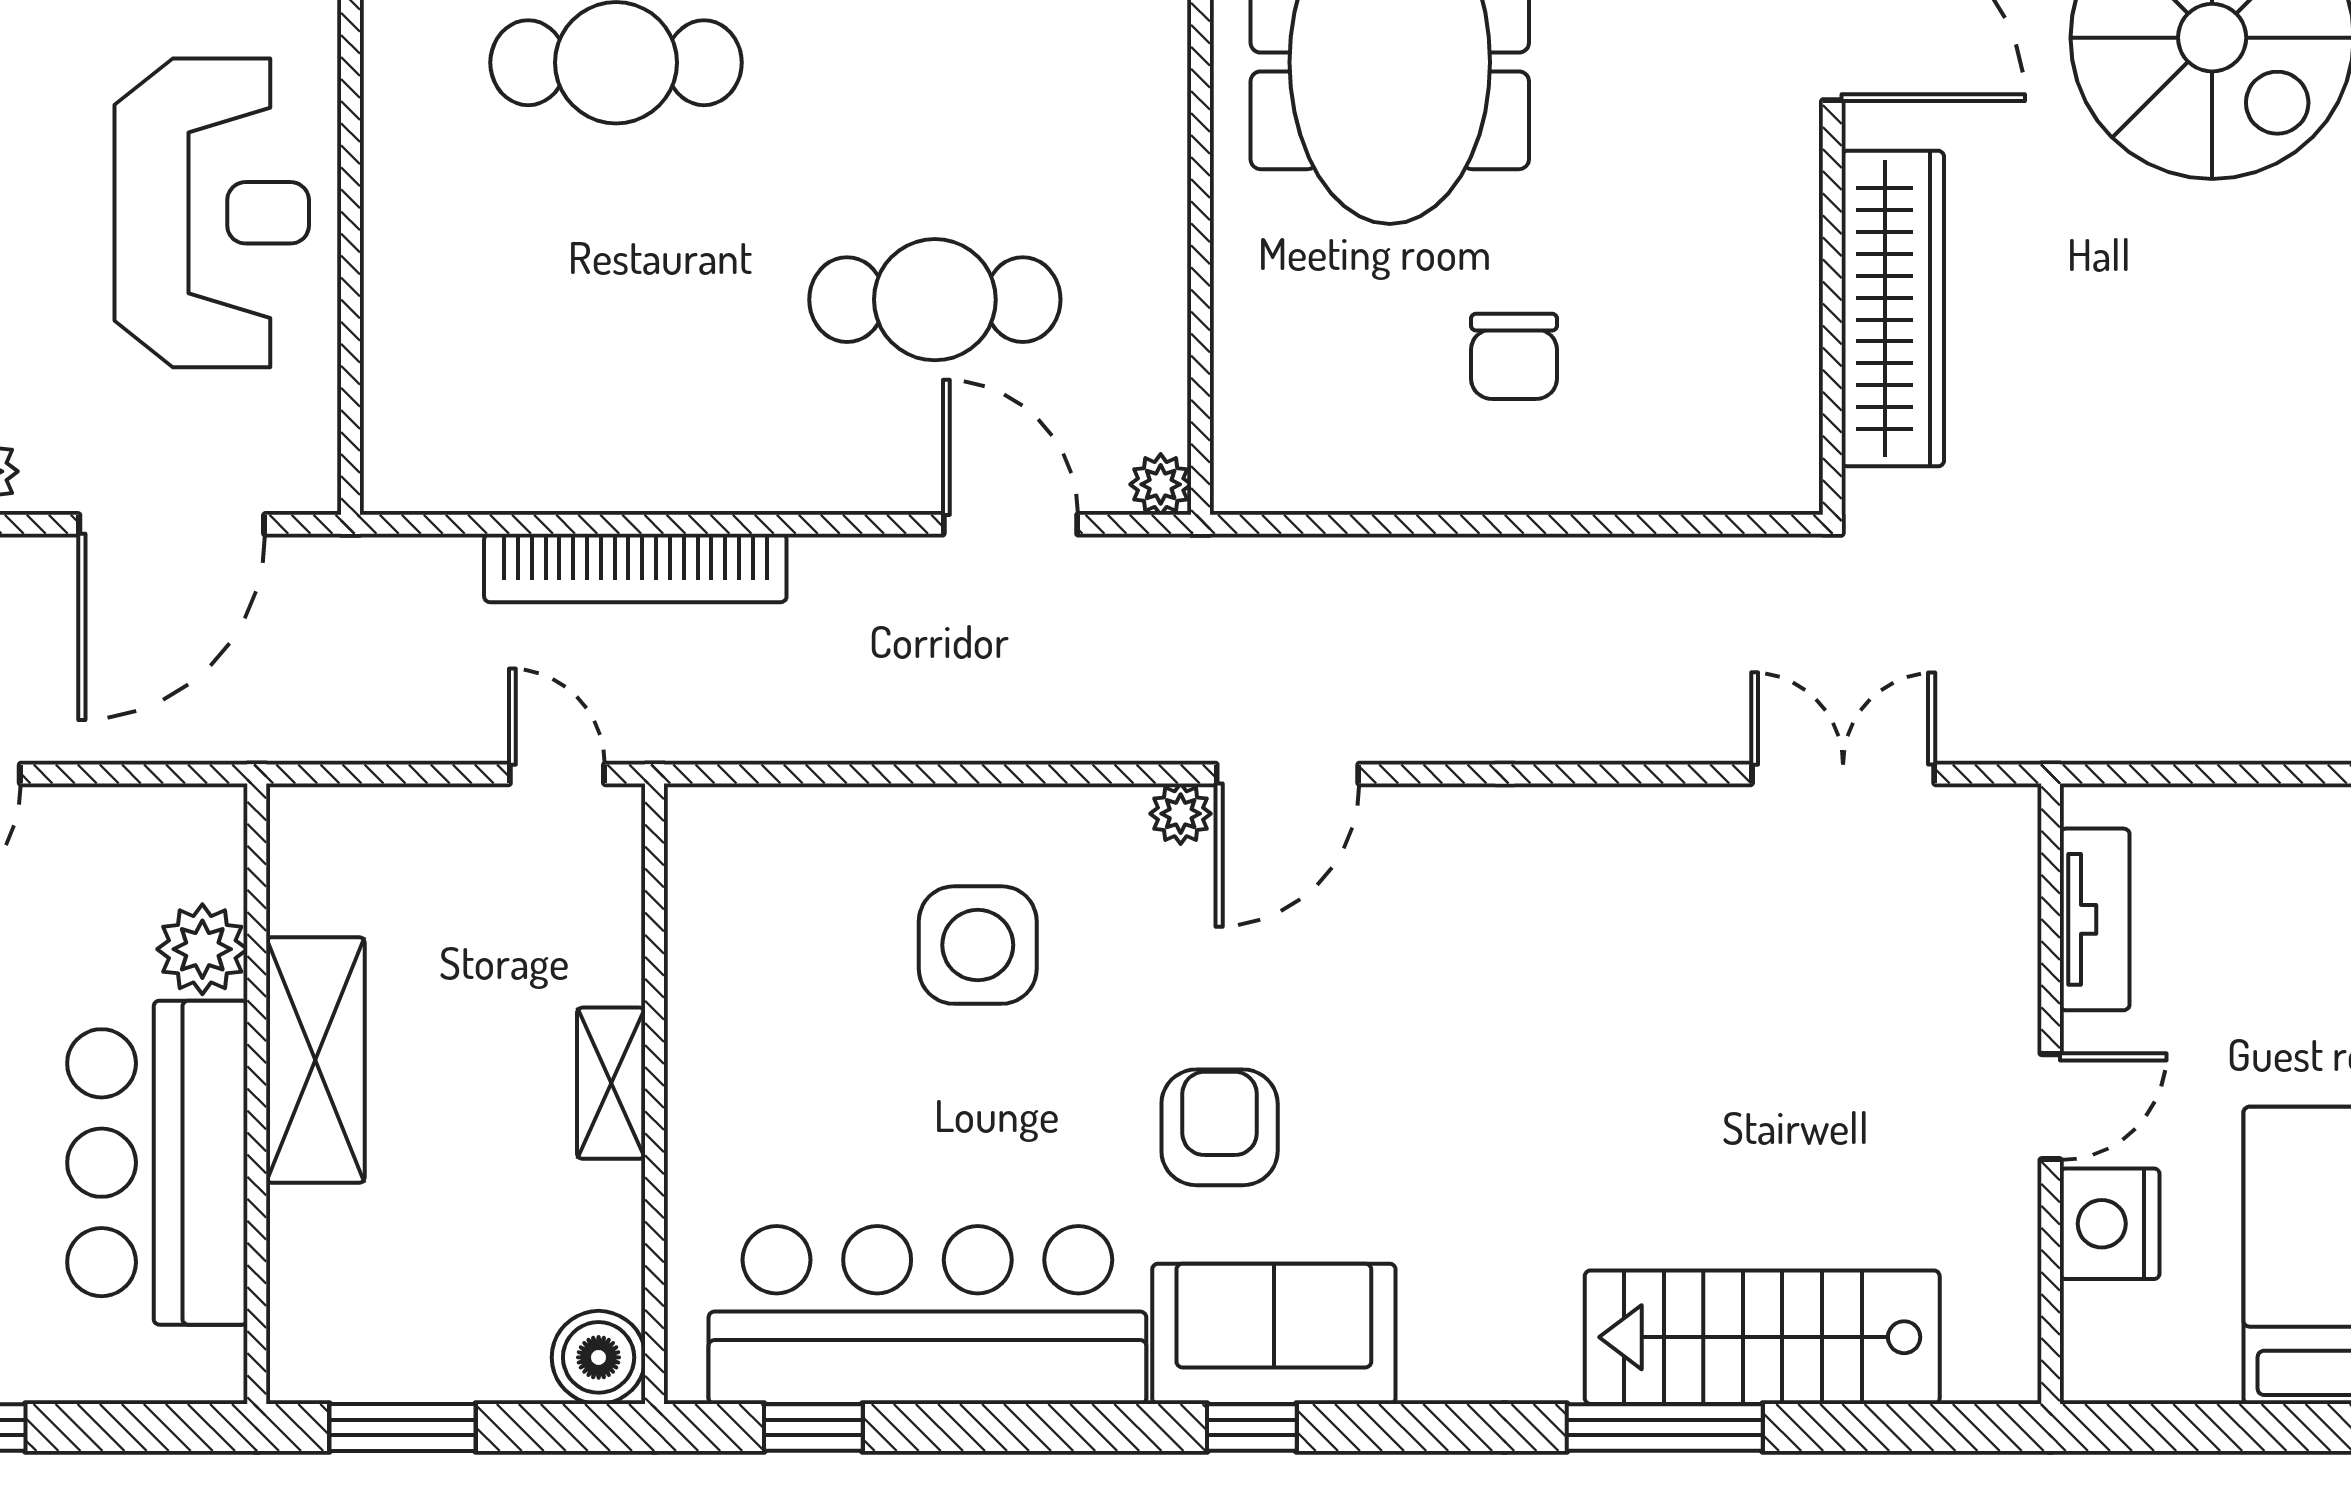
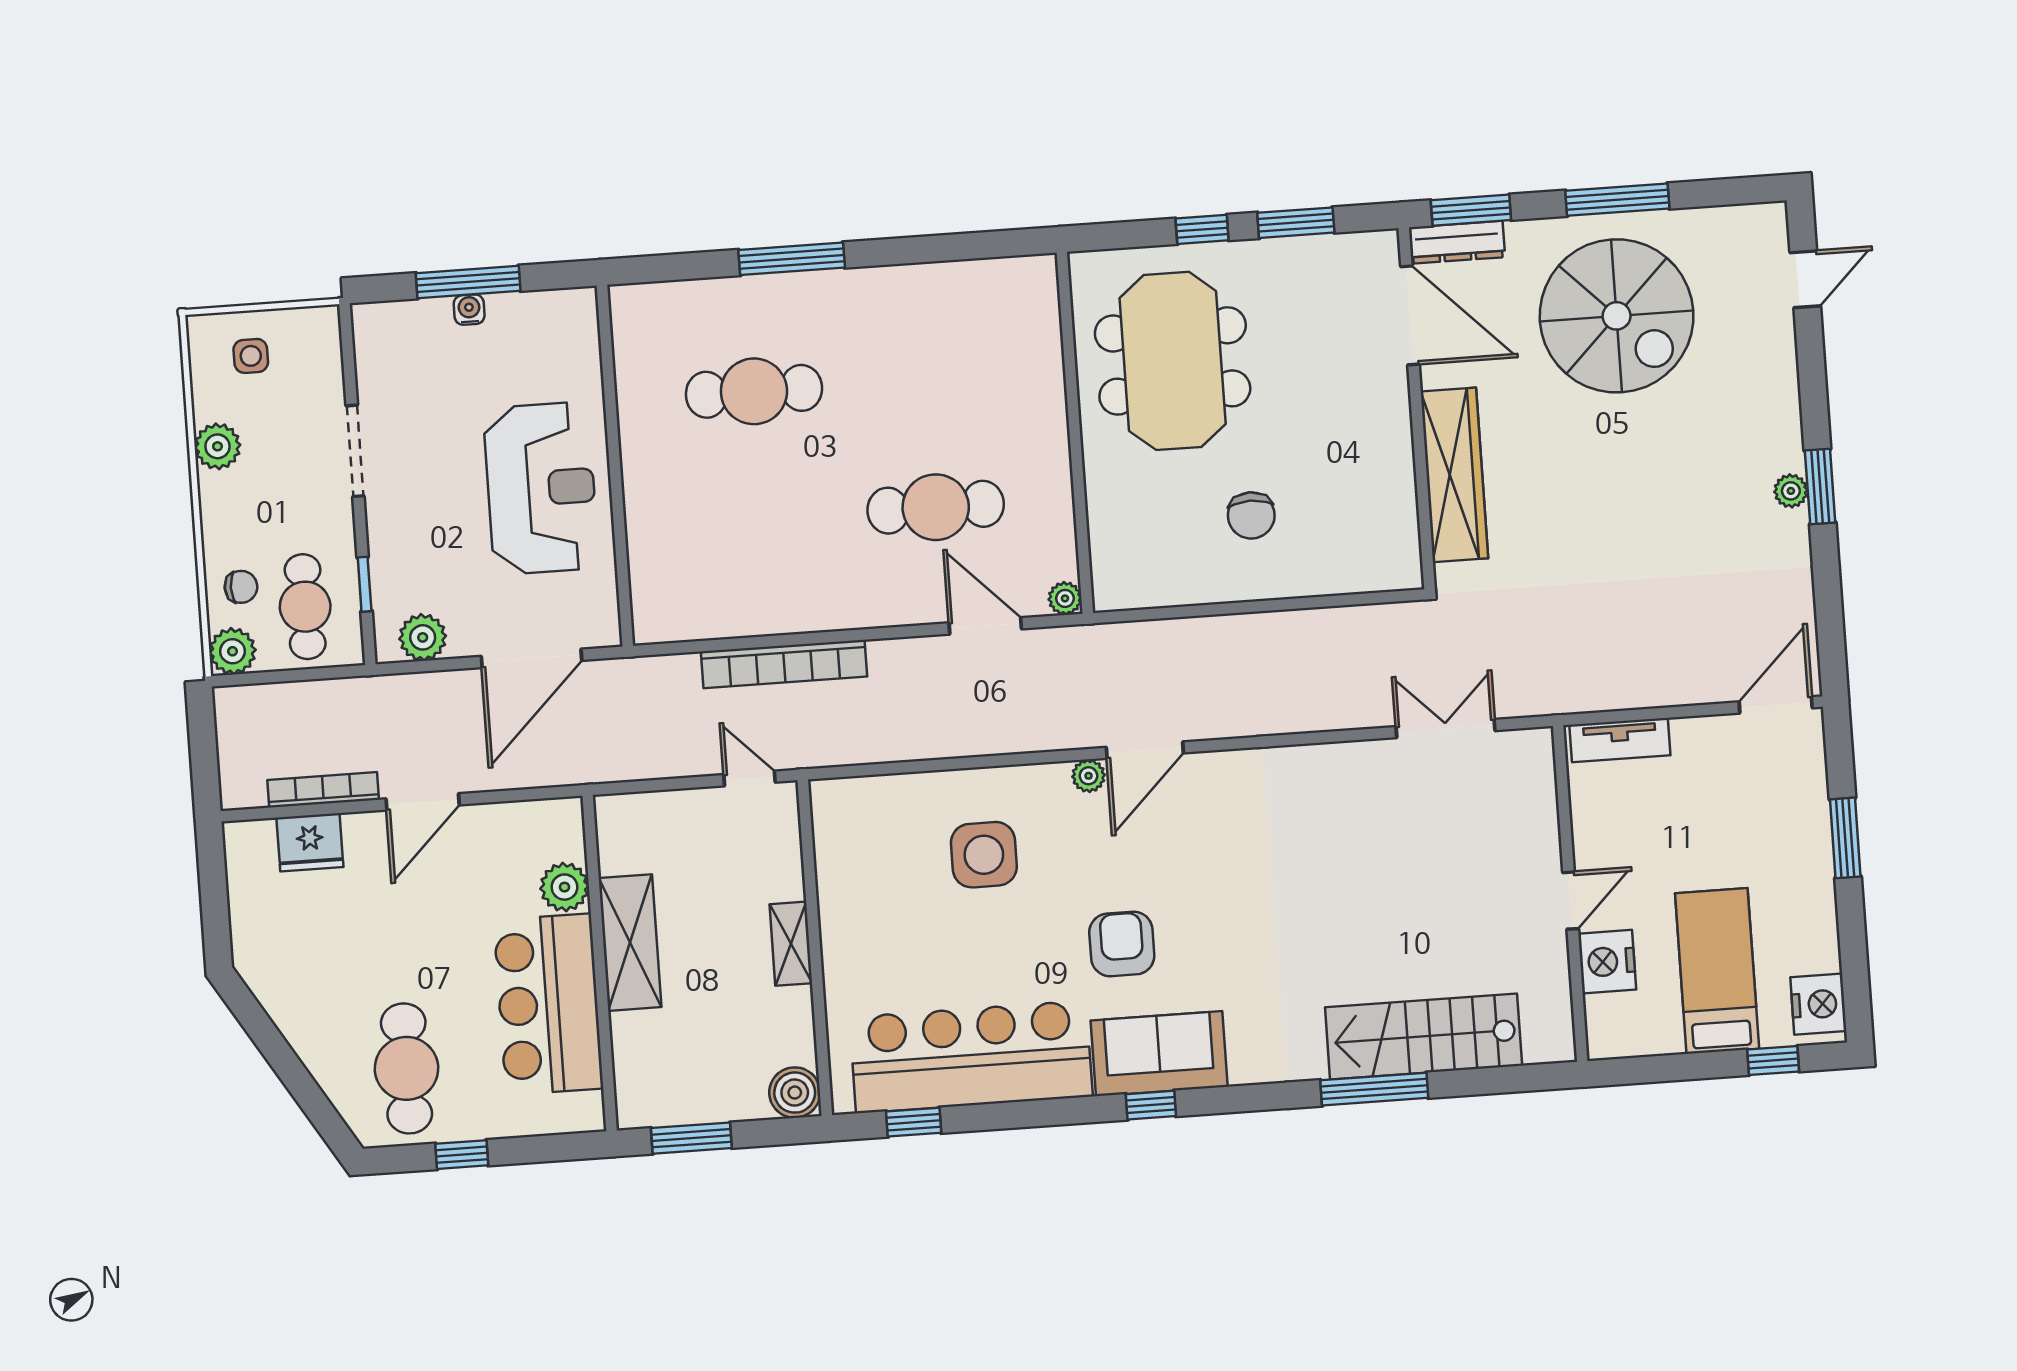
tv unit: (2095, 919) -> (1620, 740), moved, turned 90

